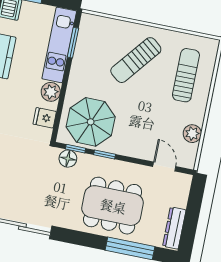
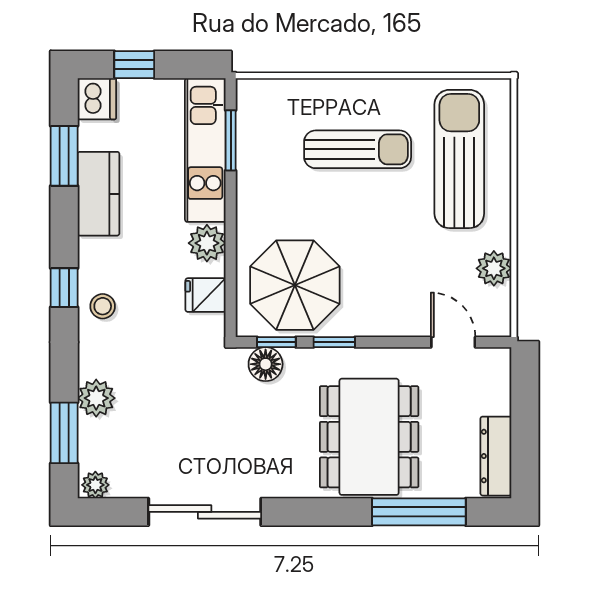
sun lounger: (136, 60) -> (358, 149), turned -129
sun lounger: (186, 75) -> (459, 159), width x1.36, depth x1.34
dining table: (113, 206) -> (369, 437), turned 90

